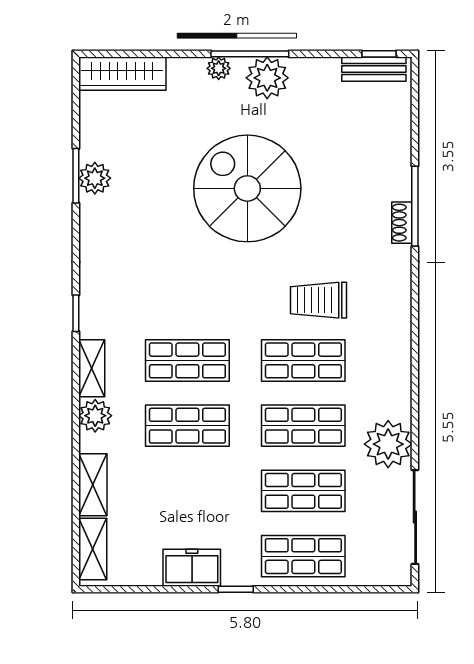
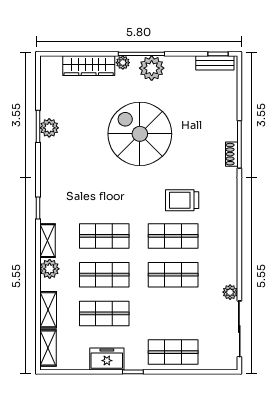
wardrobe: (122, 74) -> (89, 66), moved
plant: (388, 444) -> (230, 292), width x0.53, depth x0.53
shop shelf: (303, 491) -> (104, 313), moved

